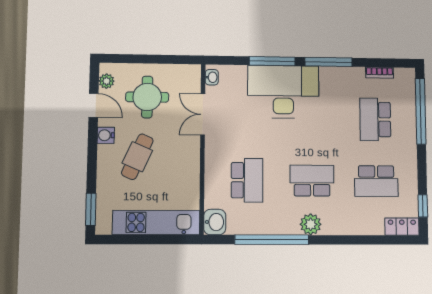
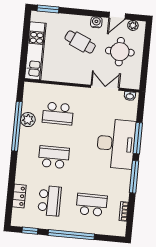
window: (421, 111) -> (71, 235), moved
school desk: (312, 181) -> (54, 157), turned -90
school desk: (376, 181) -> (50, 201), turned 180
washbasin: (215, 222) -> (32, 90), removed
plant: (311, 224) -> (28, 120), moved
locker: (402, 227) -> (19, 196), moved

